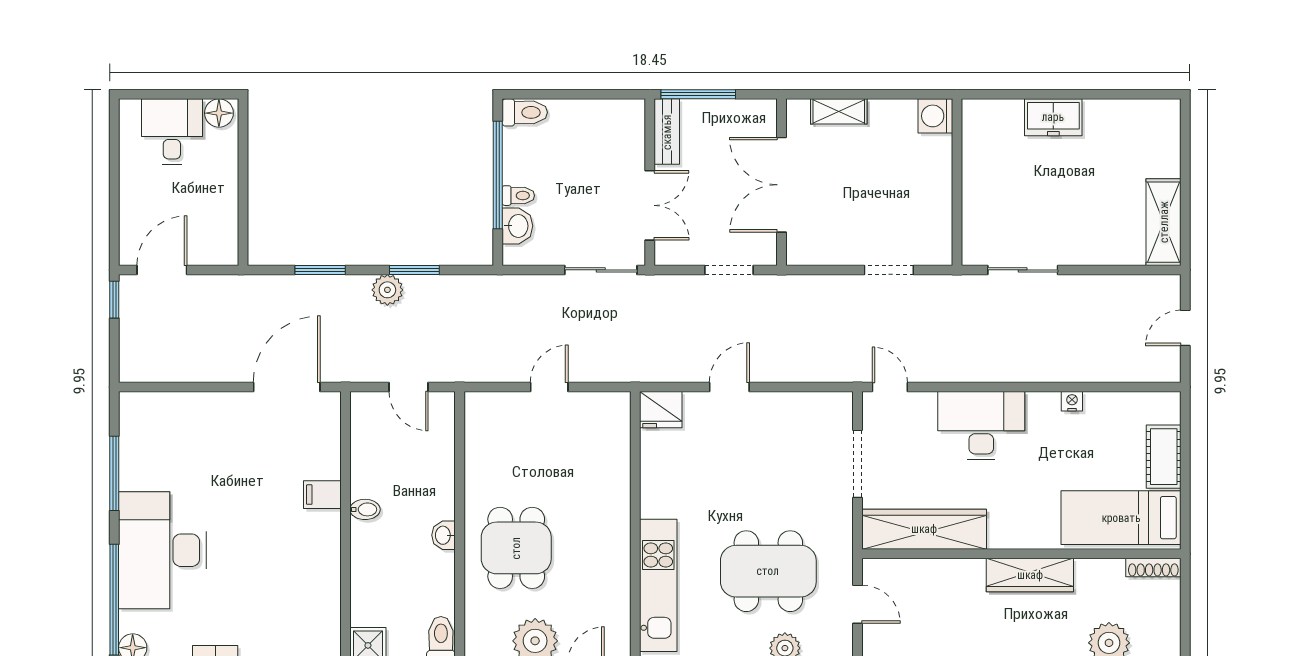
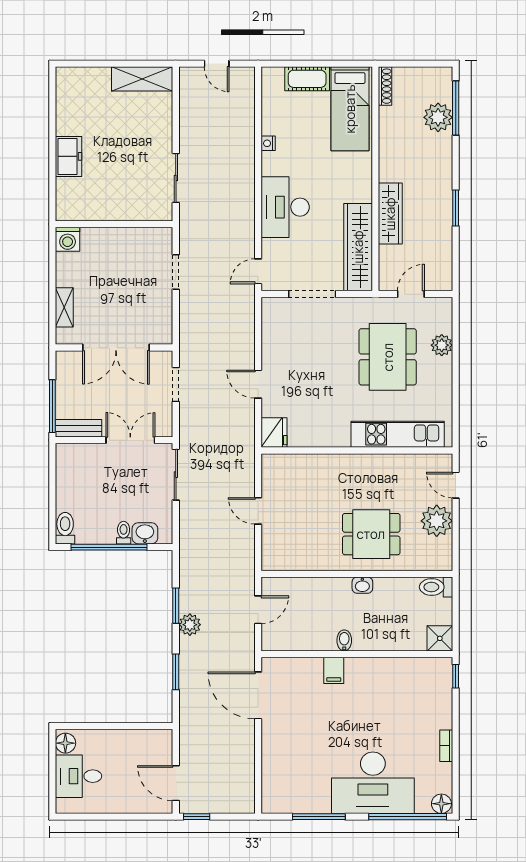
wardrobe: (1030, 575) -> (390, 214), moved

